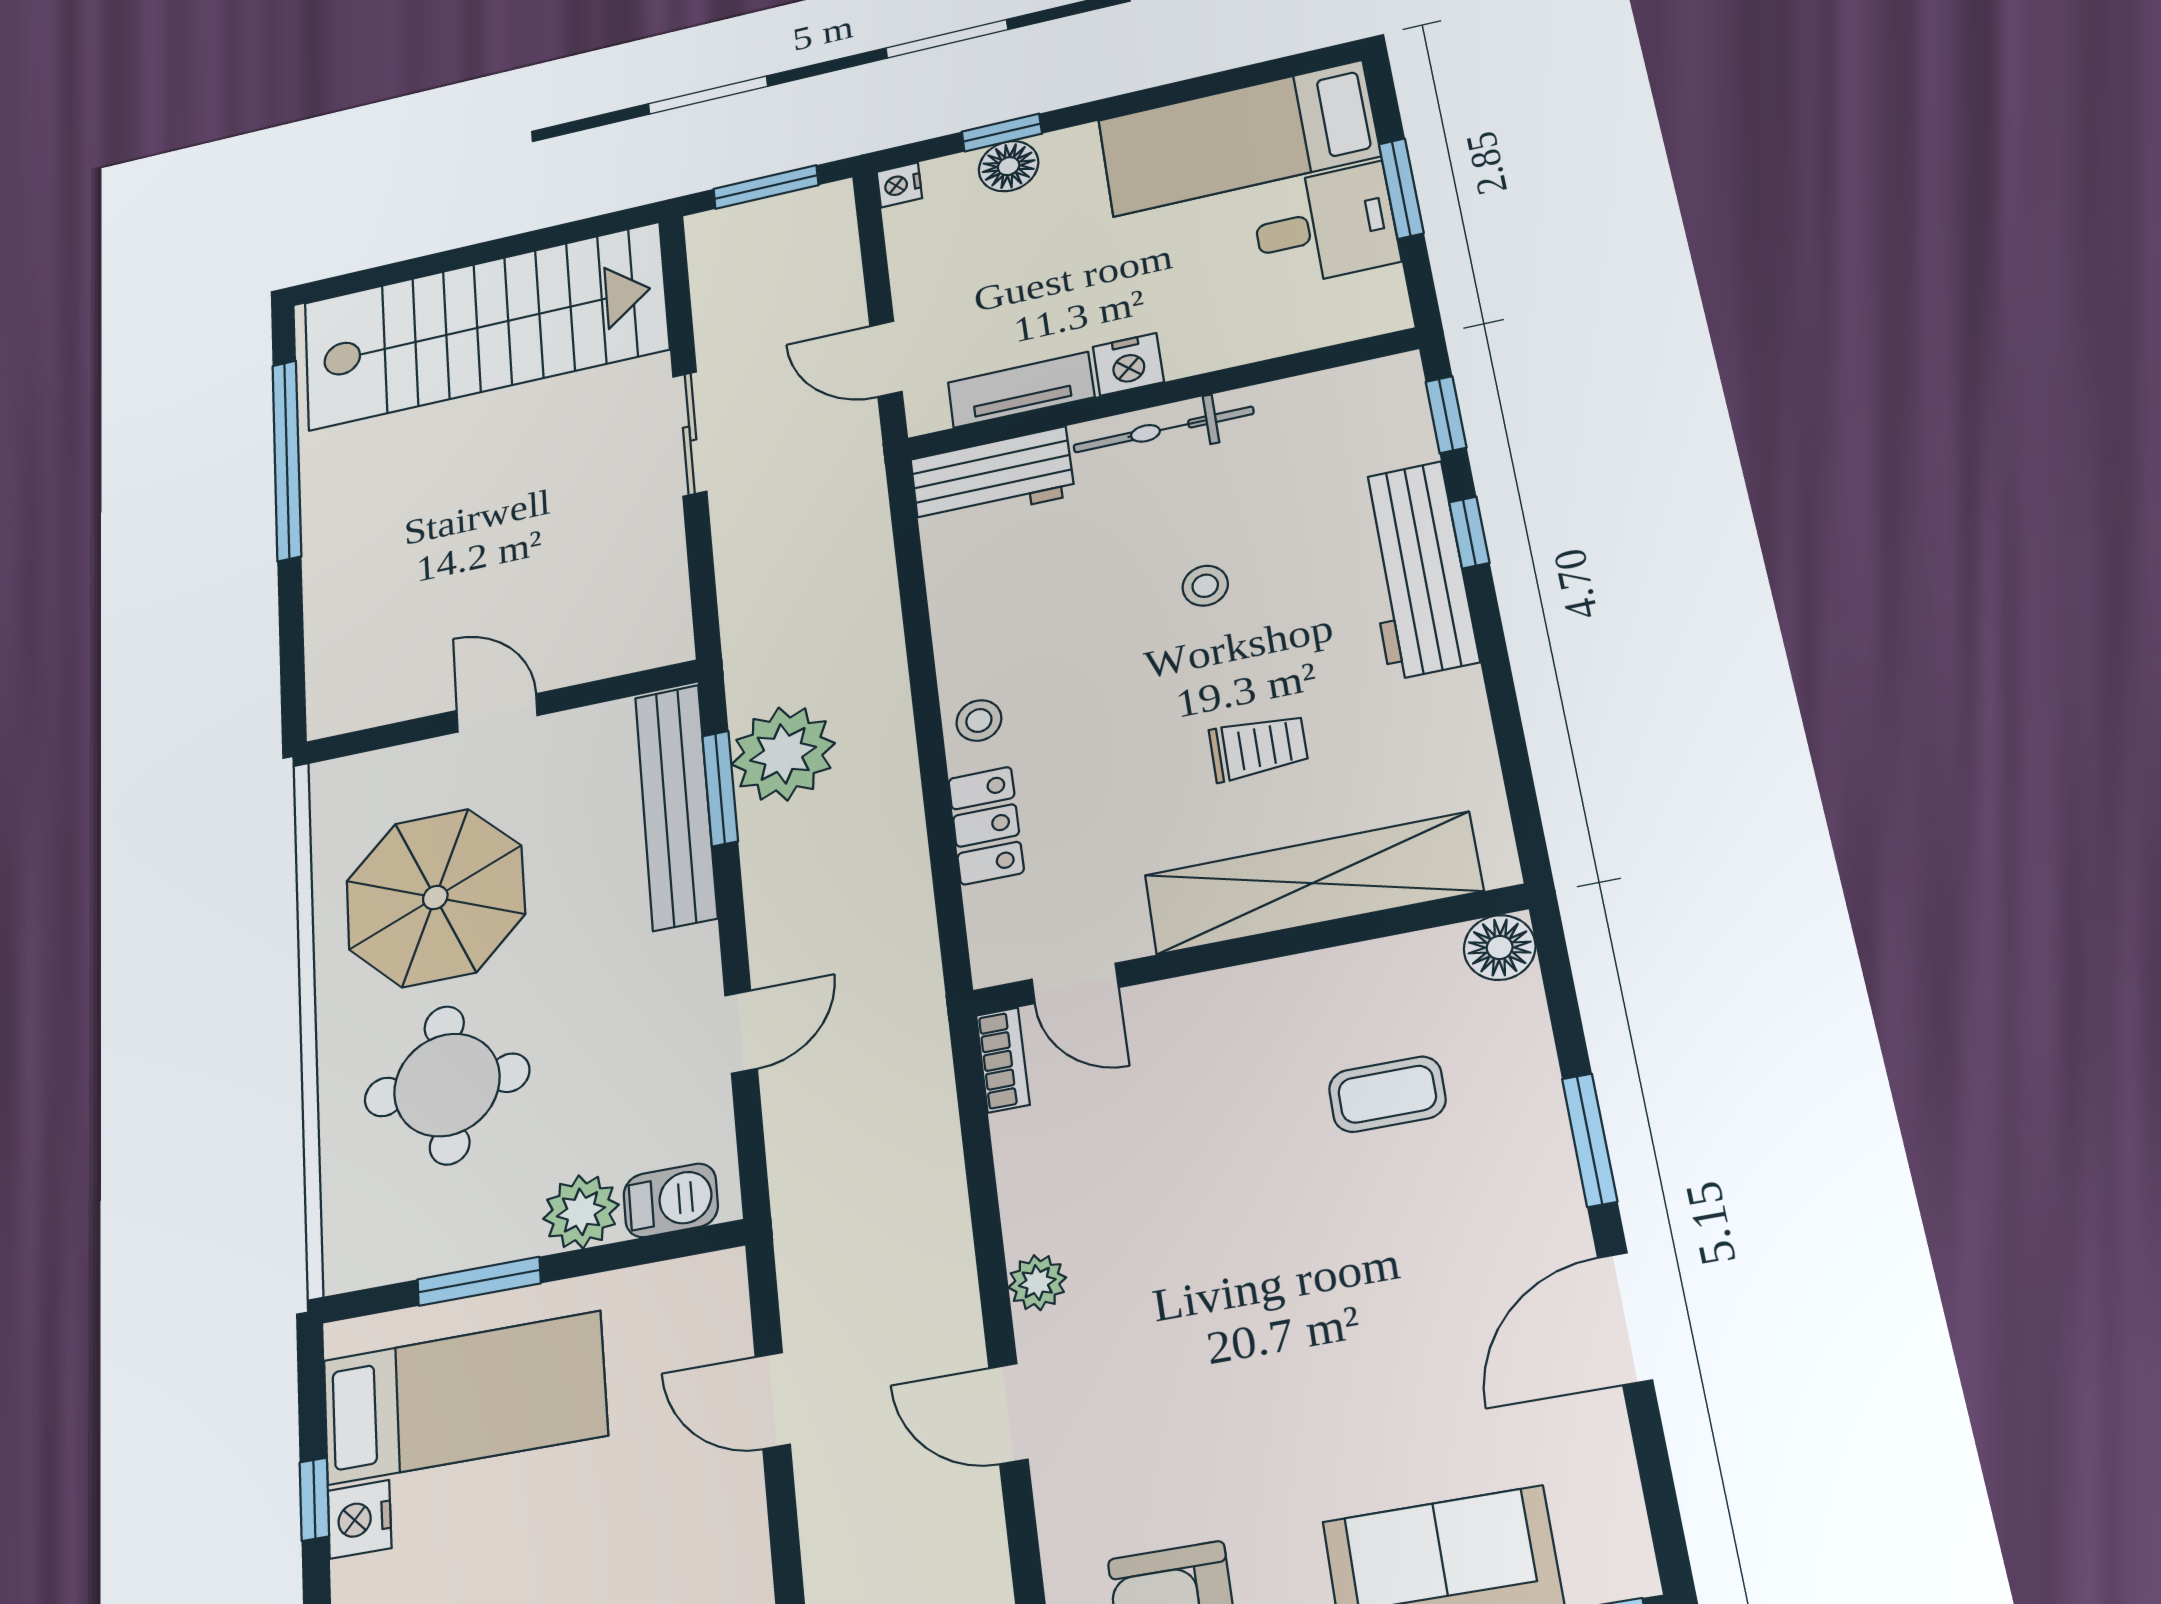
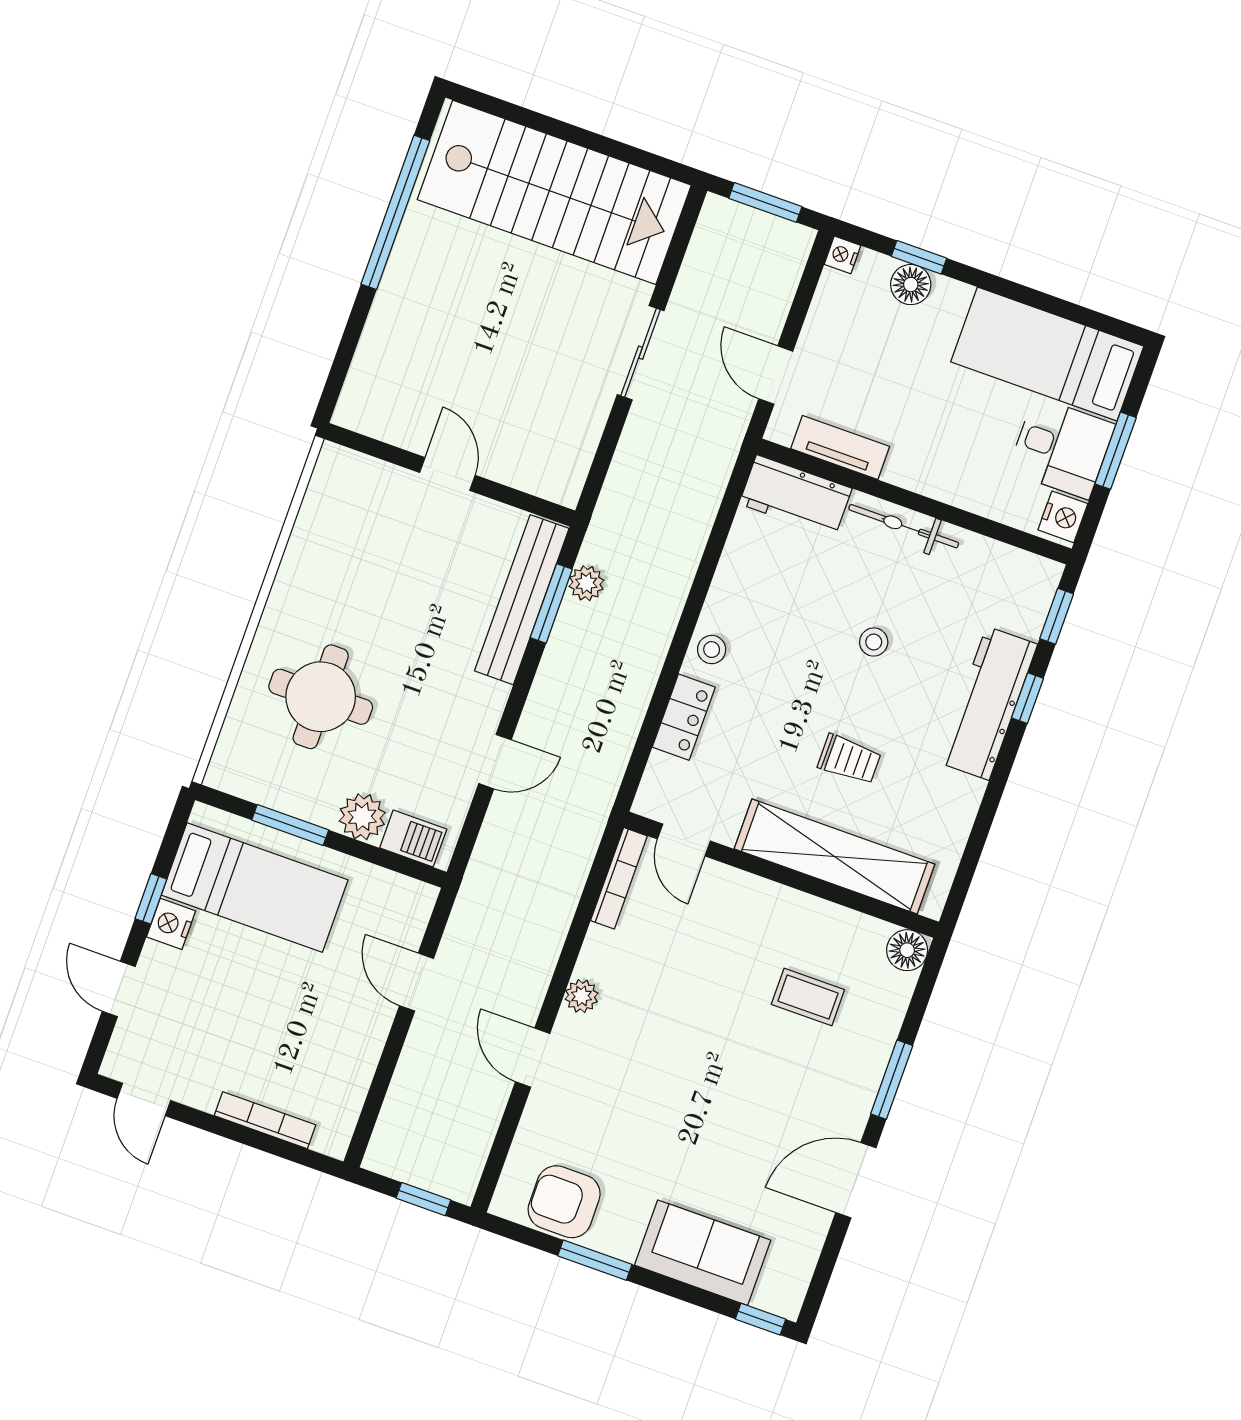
nightstand: (1128, 364) -> (1063, 517), moved, turned -90
plant: (783, 754) -> (586, 583), width x0.53, depth x0.53
parasol: (435, 897) -> (362, 574), removed
bookcase: (1003, 1060) -> (619, 878), width x1.56

